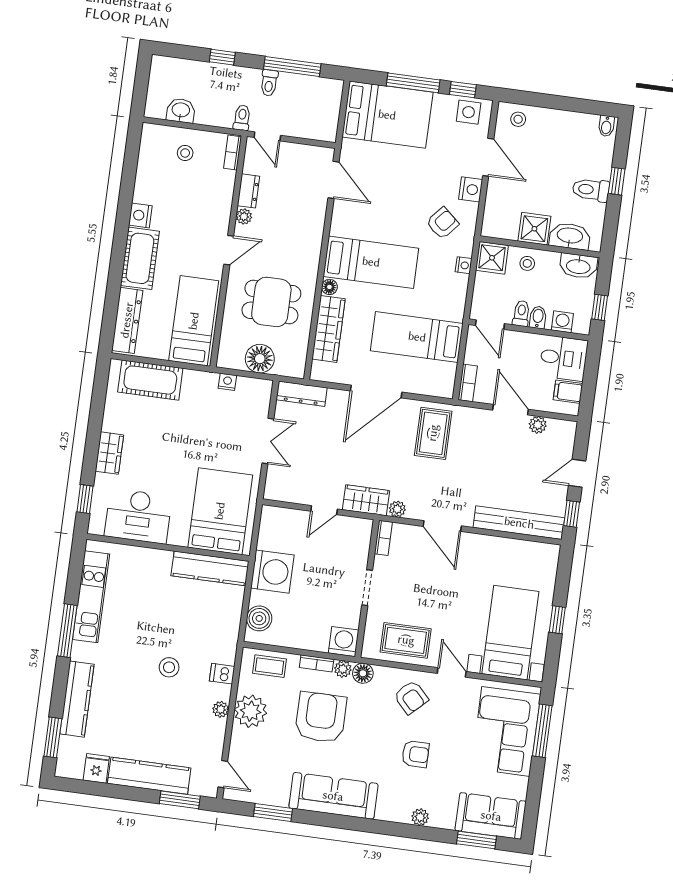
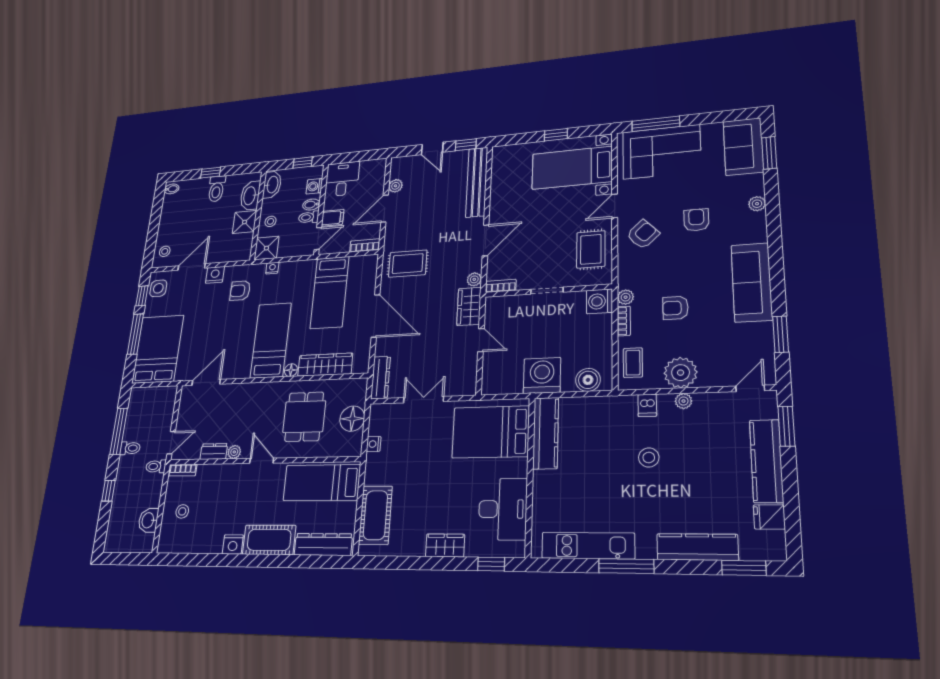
armchair: (442, 223) -> (240, 291), turned -41
filing cabinet: (568, 392) -> (333, 218), moved, turned -90
floor lamp: (363, 673) -> (627, 279), removed
armchair: (321, 717) -> (675, 308), width x0.53, depth x0.53

